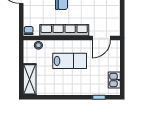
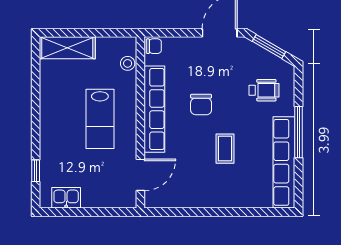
door: (101, 38) -> (140, 175), swing flipped

